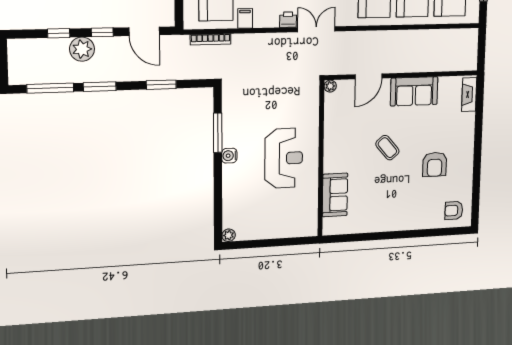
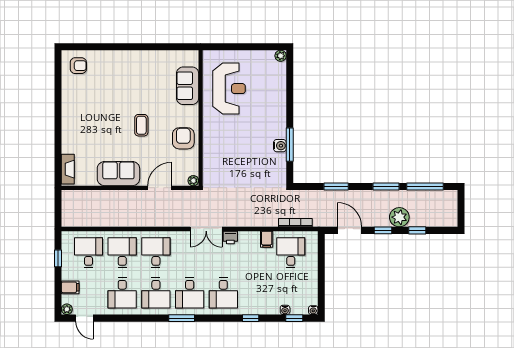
coffee table: (387, 148) -> (141, 125), turned 40
water cooler: (229, 156) -> (280, 146), moved
reception desk: (284, 158) -> (229, 89), moved, turned 180
armchair: (435, 164) -> (183, 138), moved

